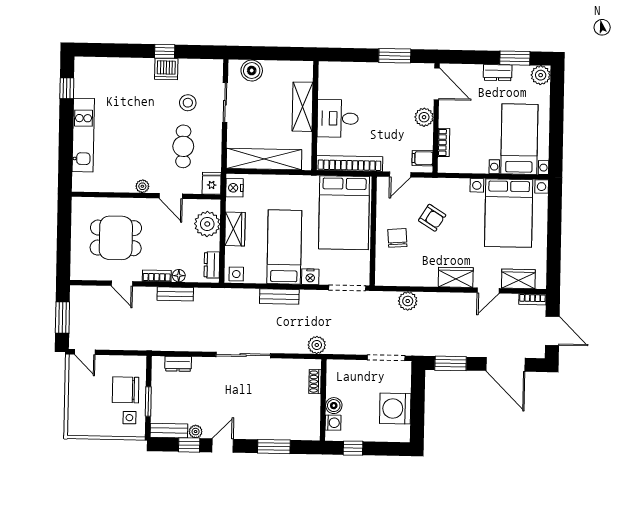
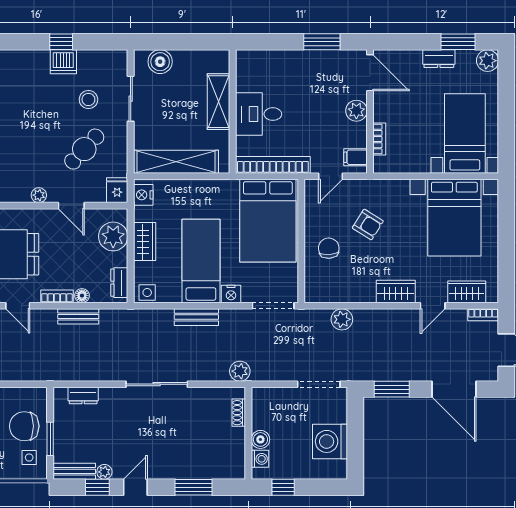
cafe table: (183, 146) -> (84, 149), turned 43

